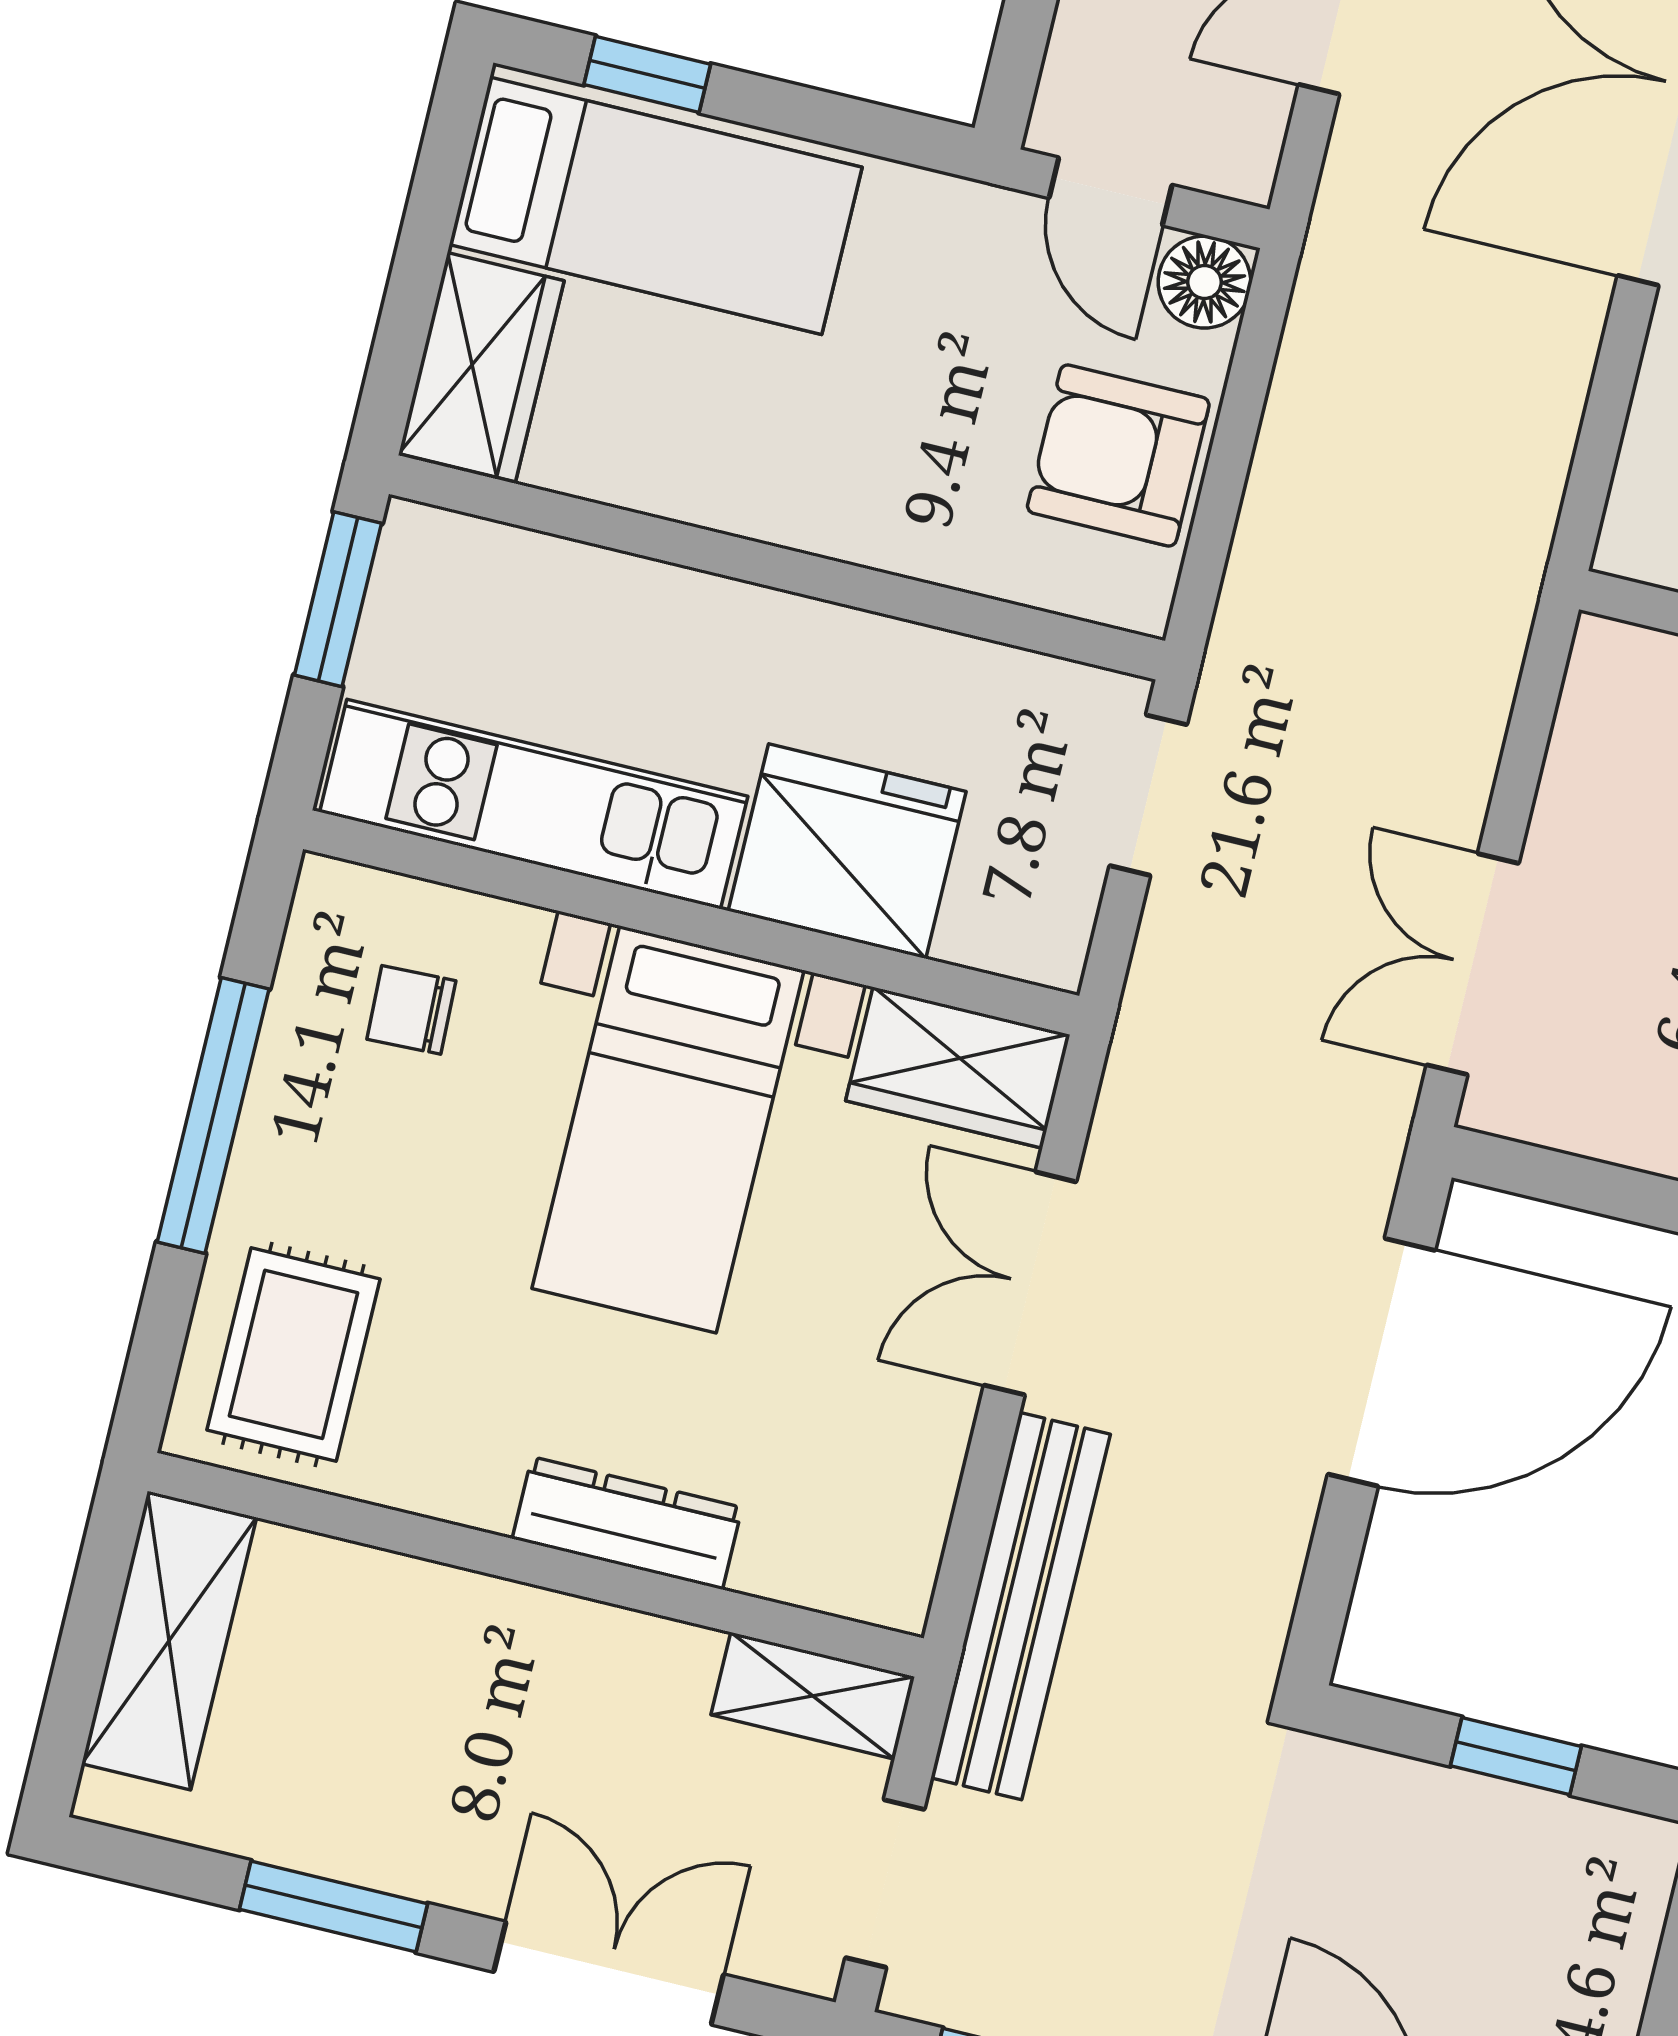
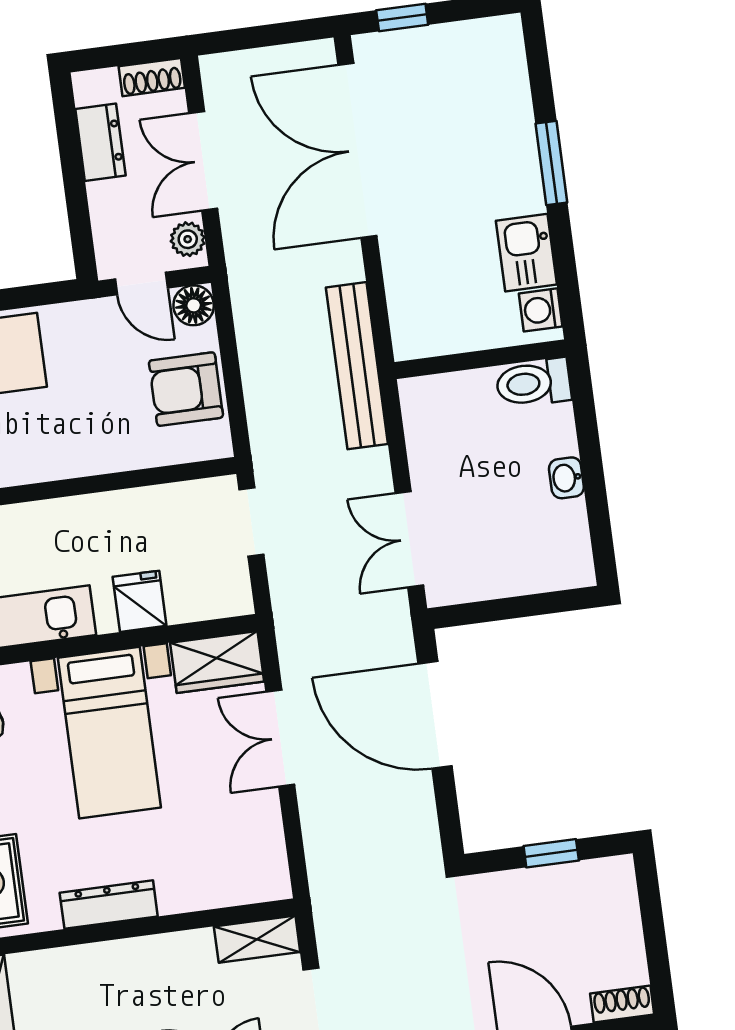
plant: (1247, 135) -> (188, 239), added
fridge: (847, 851) -> (140, 601), width x0.53, depth x0.75
door: (1381, 1362) -> (435, 715), swing flipped
dresser: (627, 1523) -> (109, 905), moved
bench: (1020, 1606) -> (357, 366), moved

